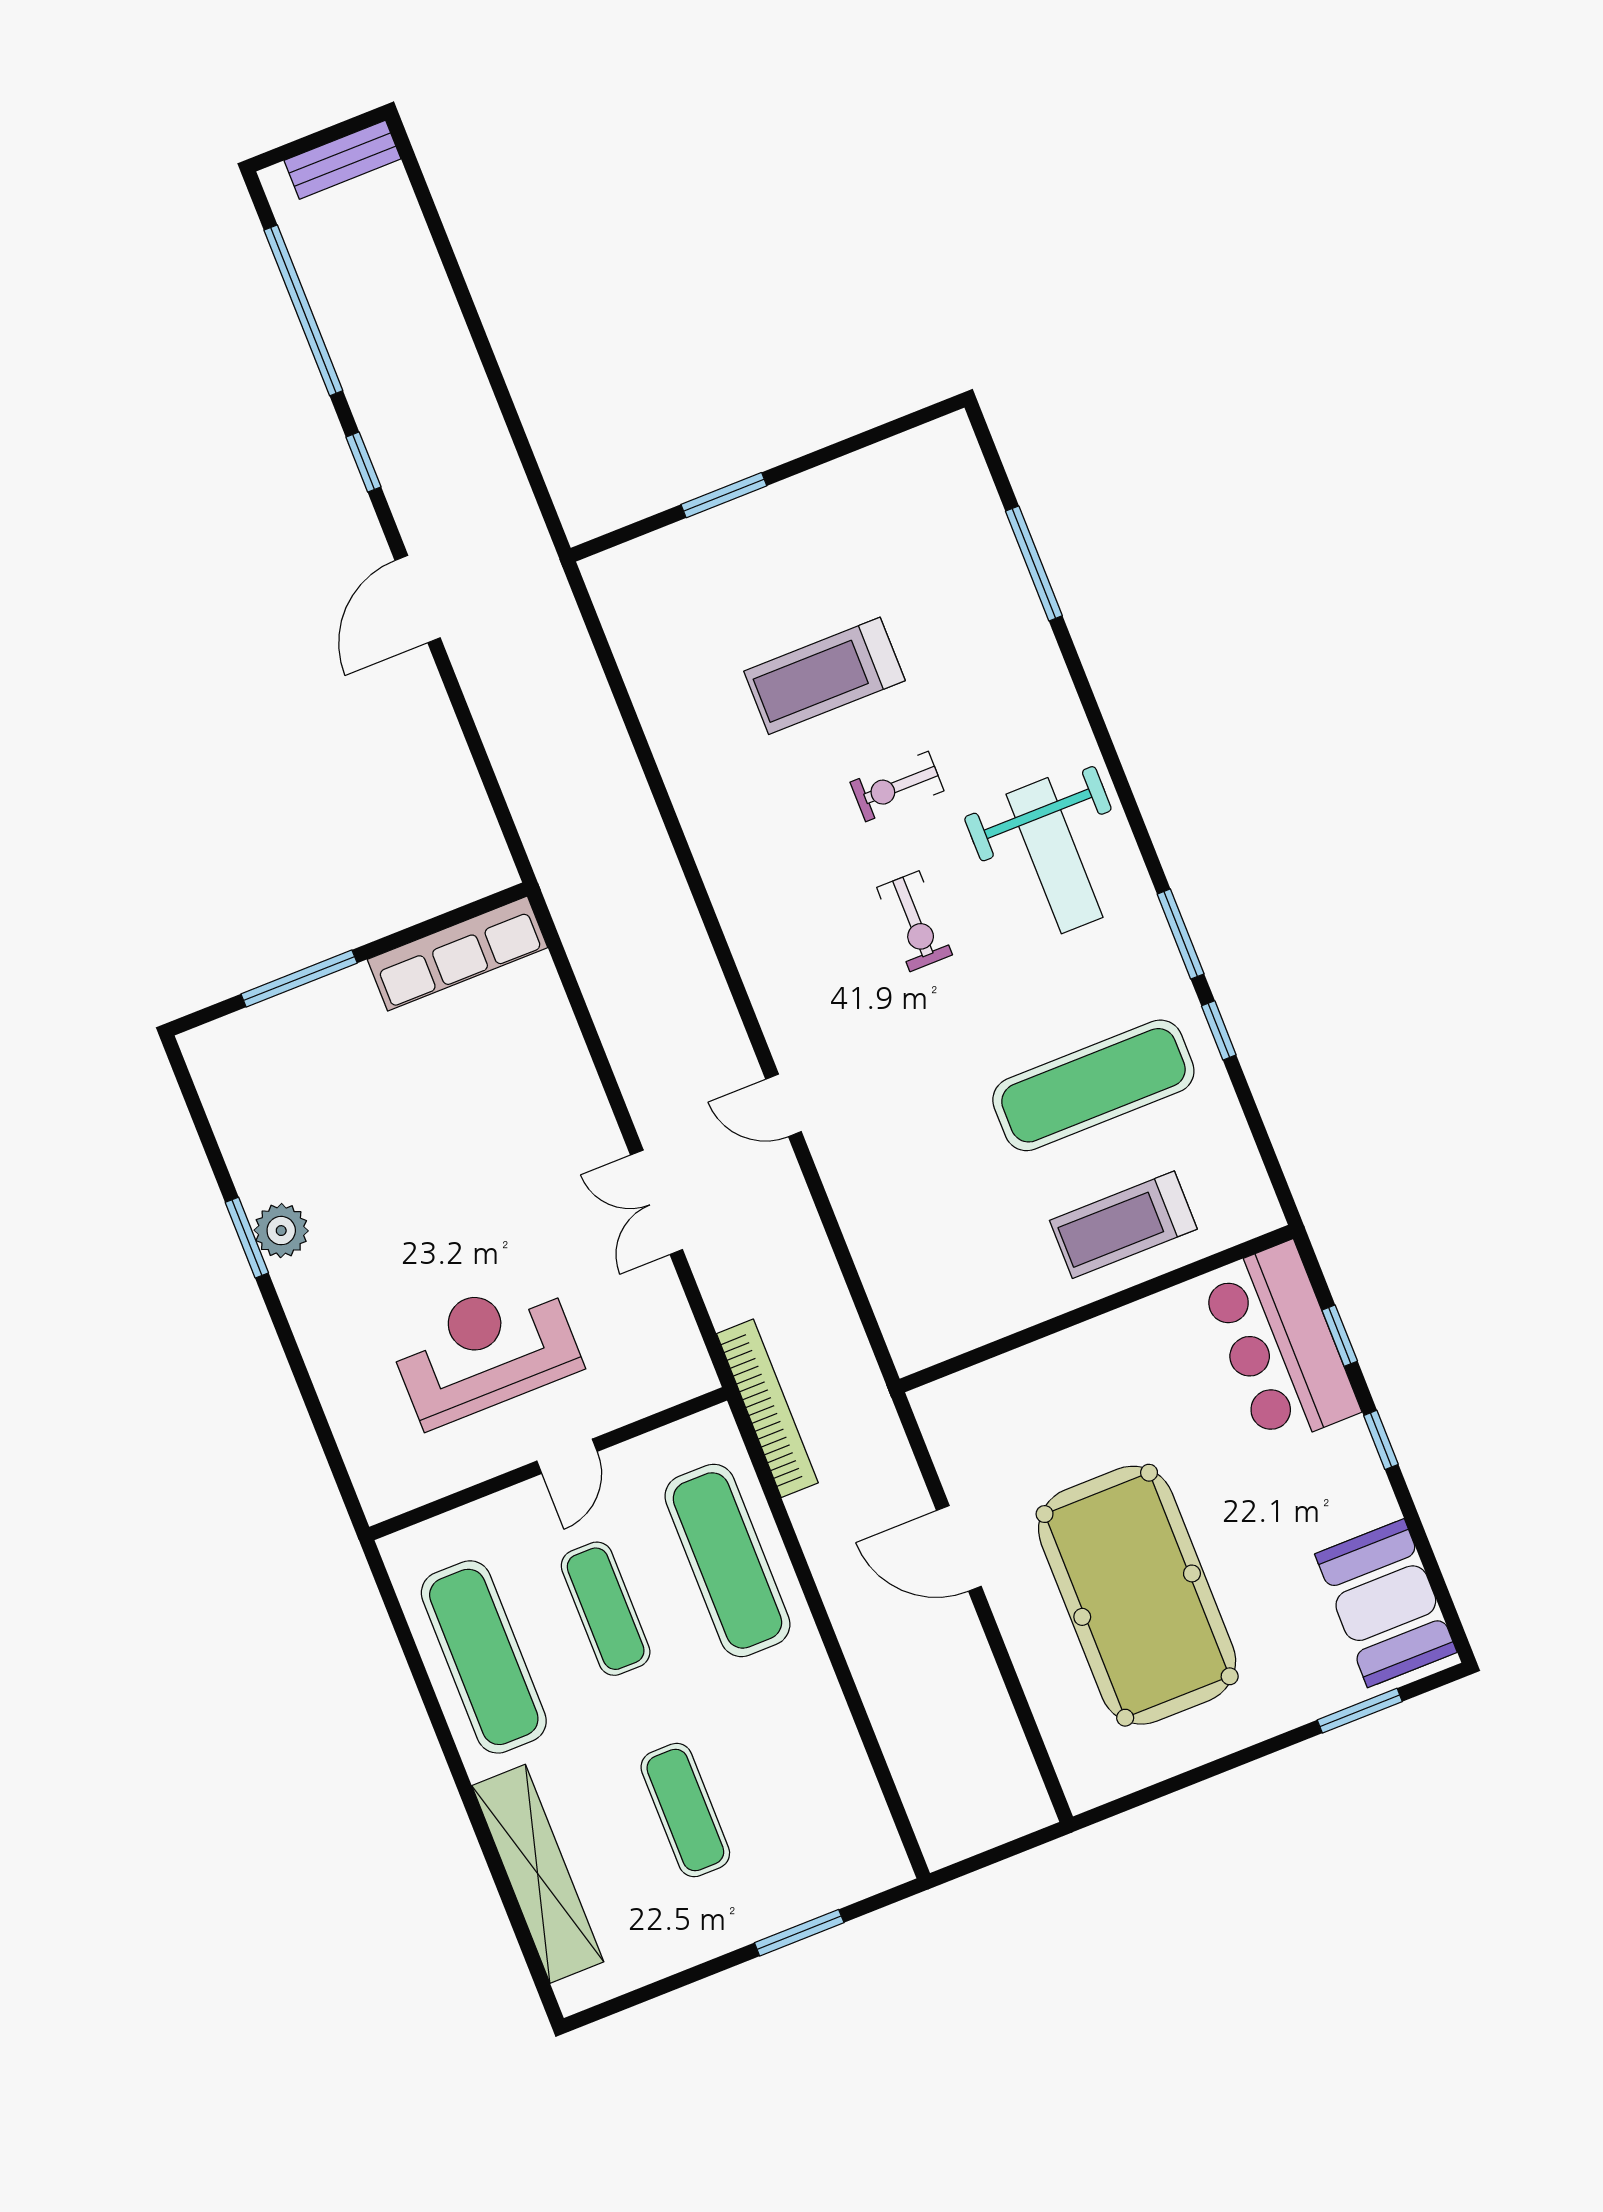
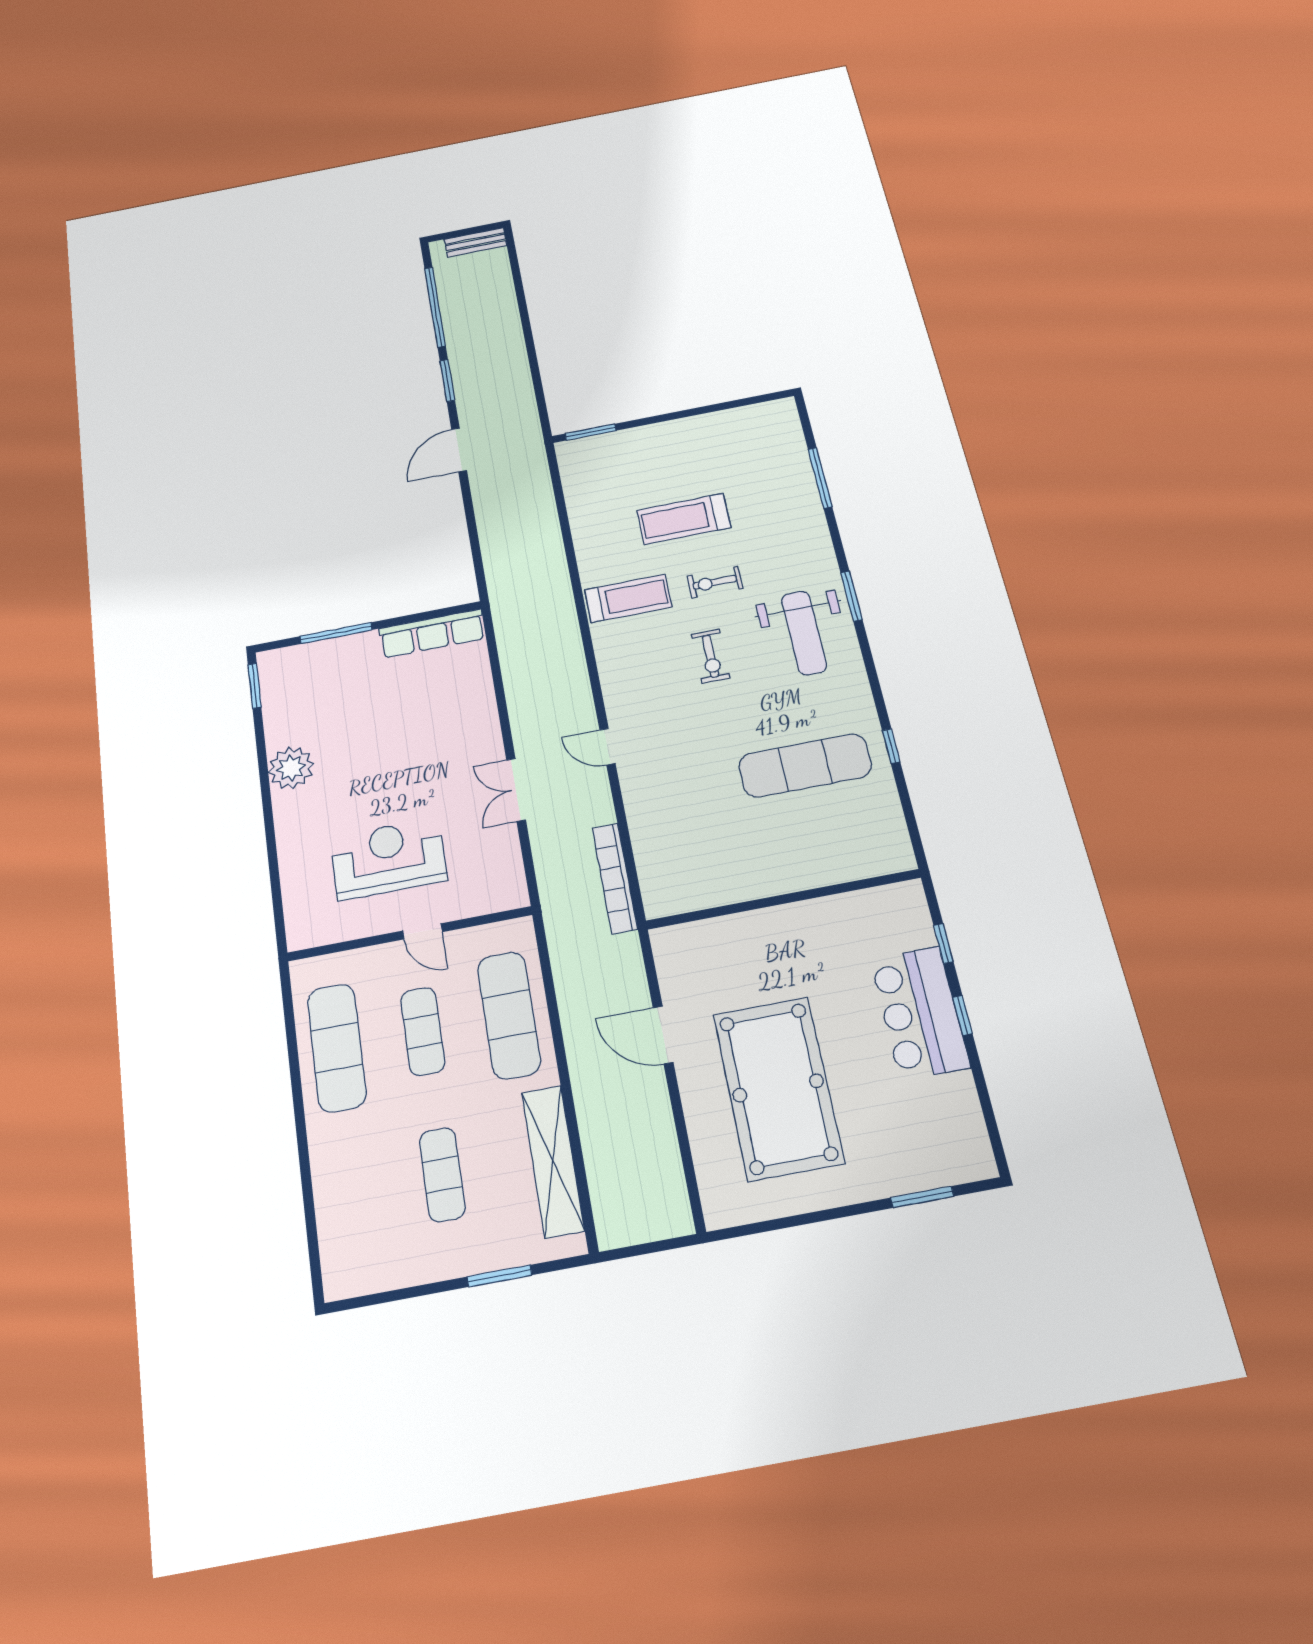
window: (363, 462) -> (447, 381), width x1.50
window: (724, 495) -> (591, 432), moved
window: (1181, 934) -> (851, 596), moved
treadmill: (1123, 1225) -> (628, 598), moved, turned 180
plant: (281, 1231) -> (291, 768), width x1.36, depth x1.36
window: (247, 1238) -> (255, 686), moved
bar counter: (1280, 1344) -> (920, 1013), moved
bookcase: (767, 1408) -> (615, 878), moved, turned 180
door: (567, 1456) -> (422, 931), hinge flipped
booth: (1386, 1603) -> (951, 1126), removed
shelving: (538, 1874) -> (553, 1161), moved

